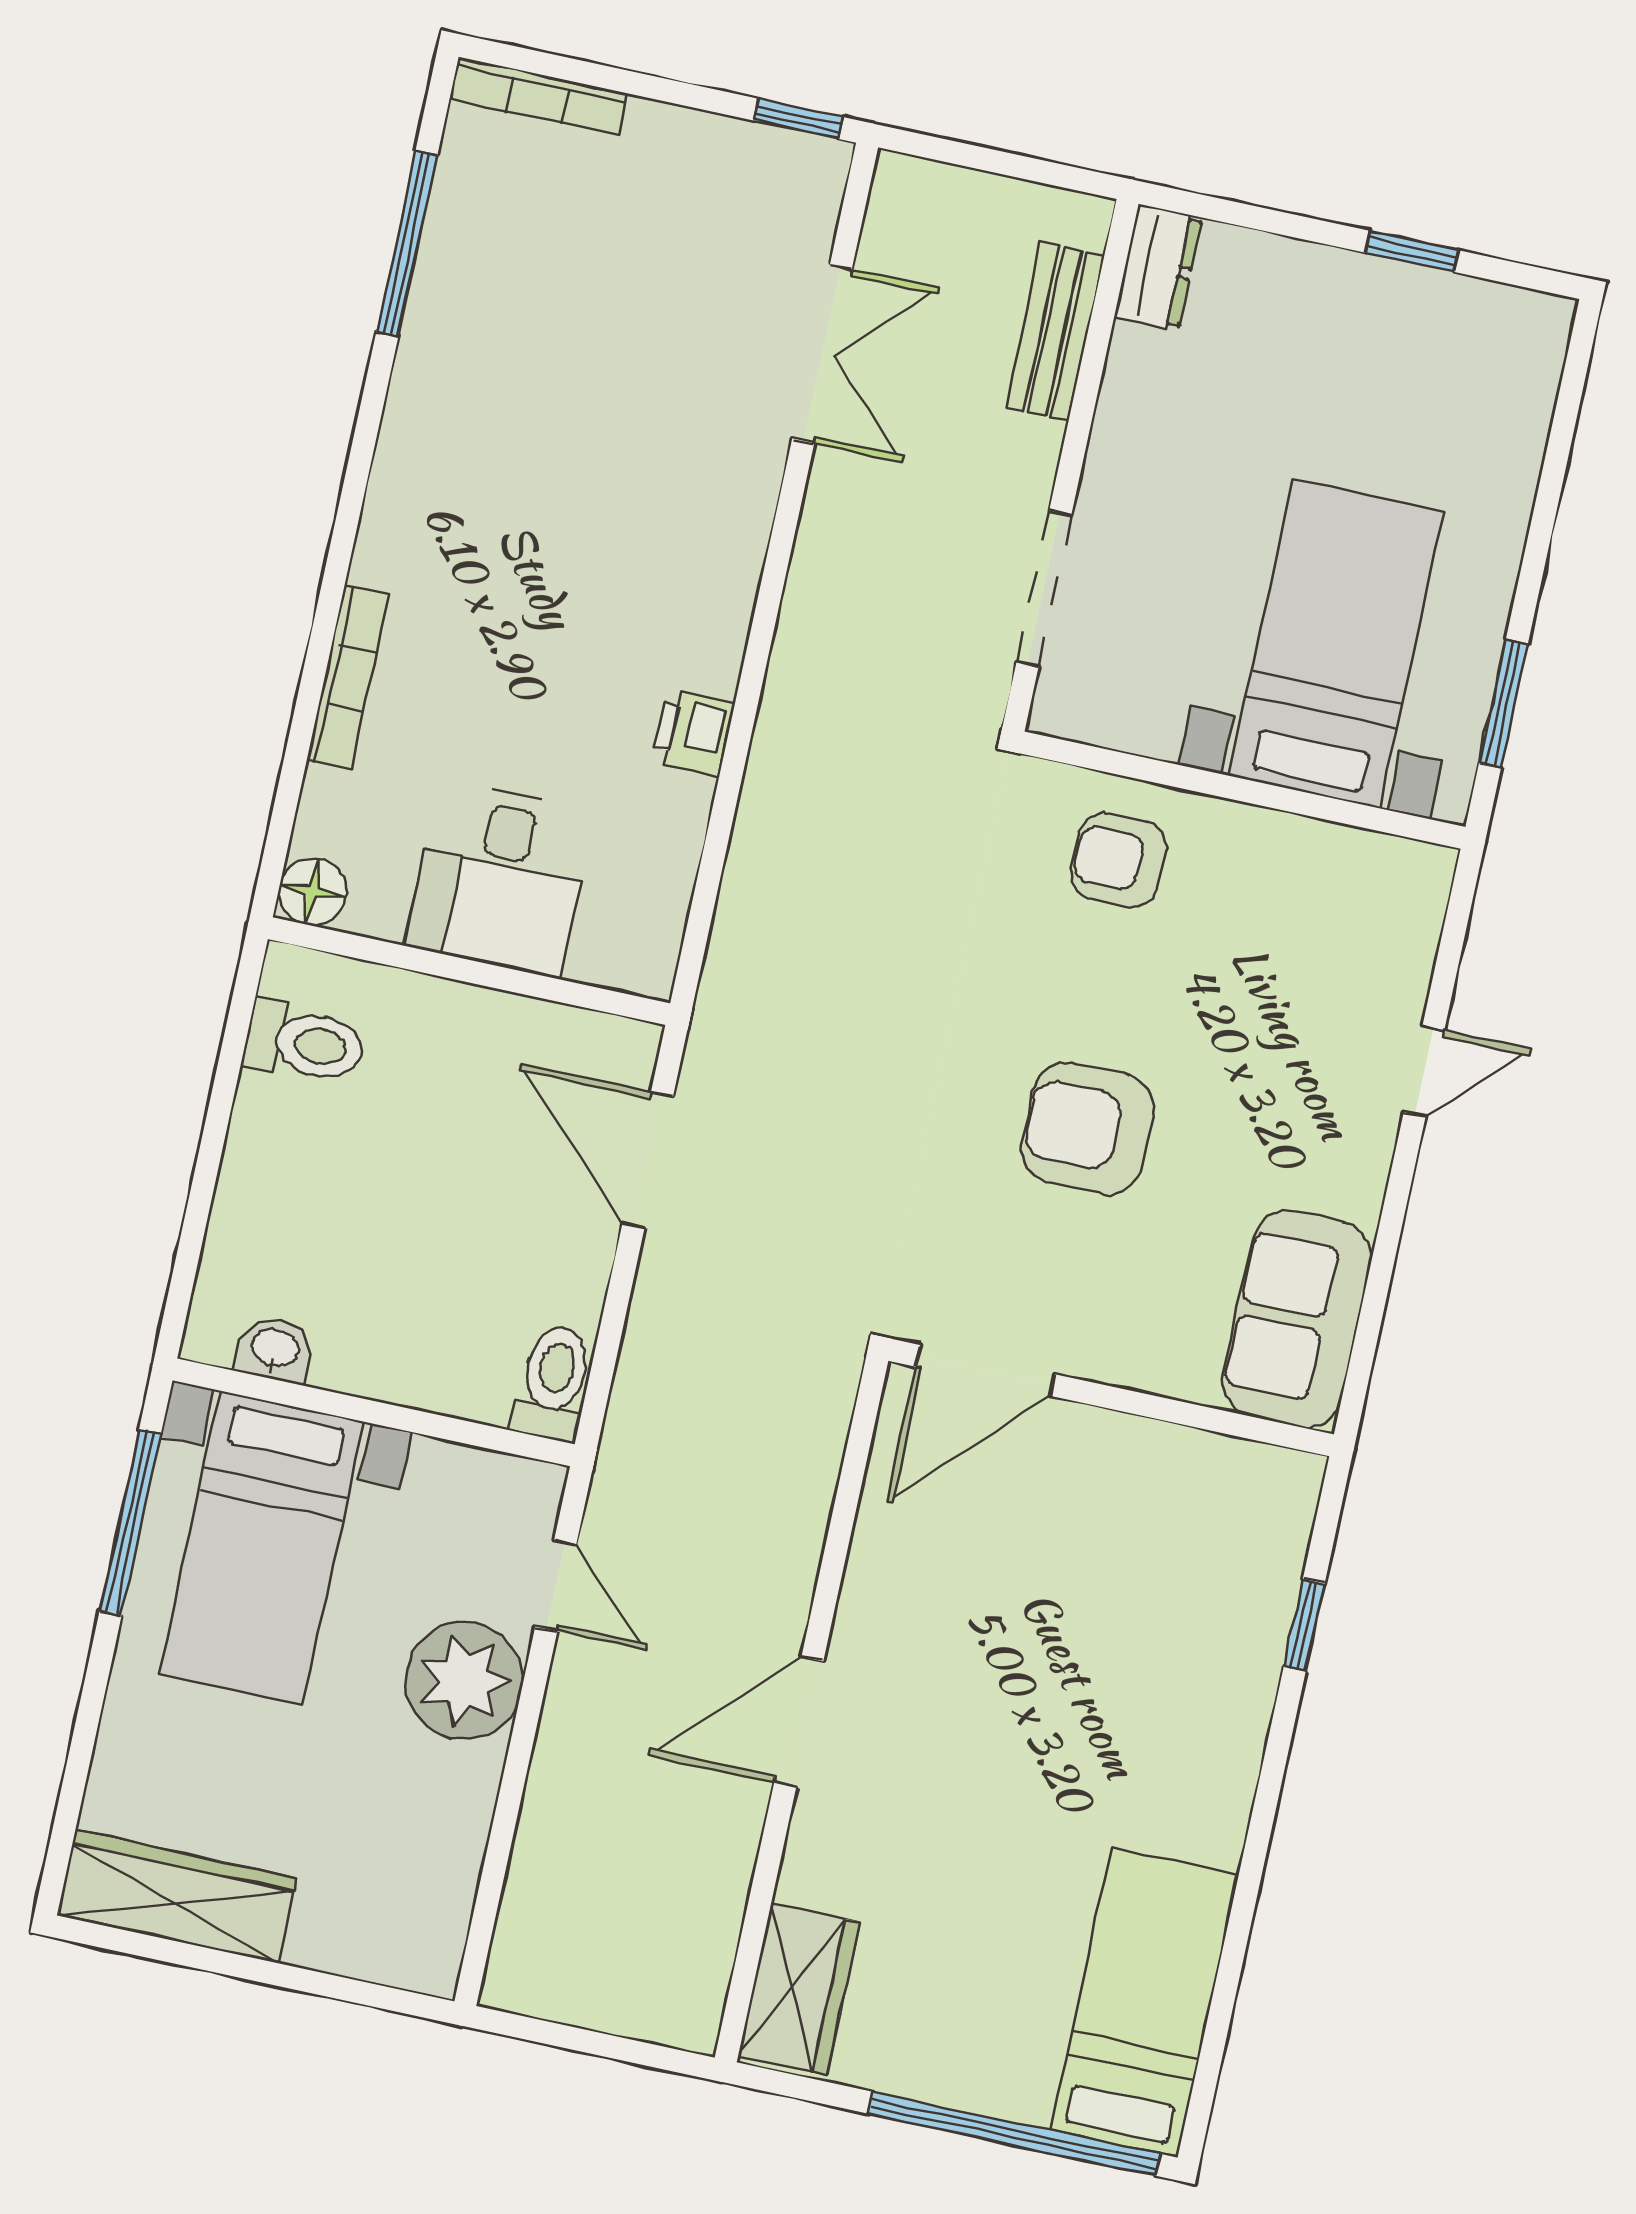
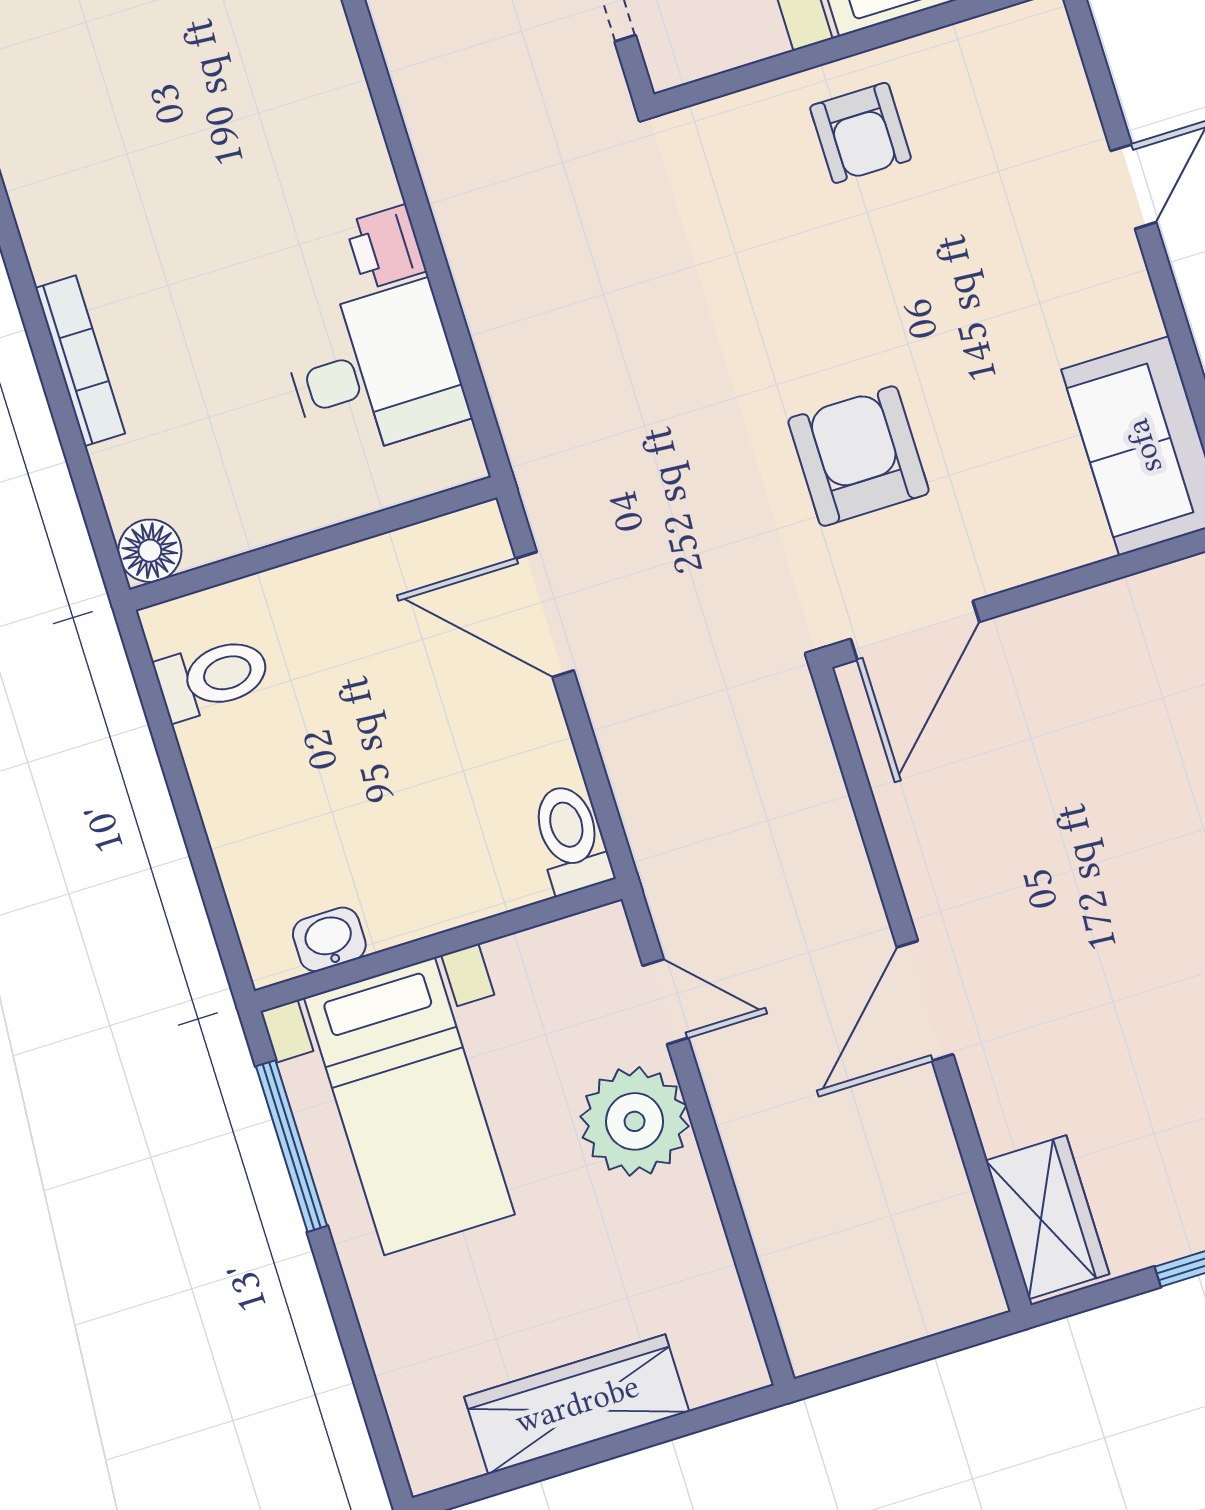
armchair: (1119, 860) -> (861, 133), moved, turned -90
desk: (500, 879) -> (374, 371), moved, turned -90
armchair: (1087, 1128) -> (858, 456), moved, turned 90
wardrobe: (176, 1897) -> (577, 1404), moved

